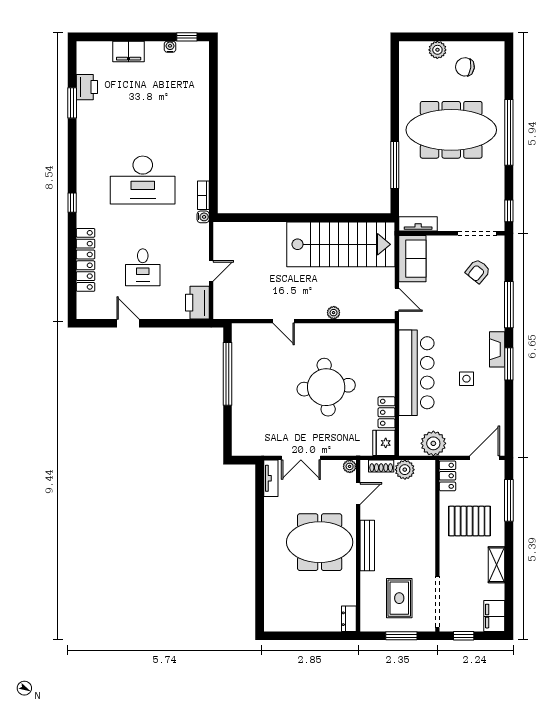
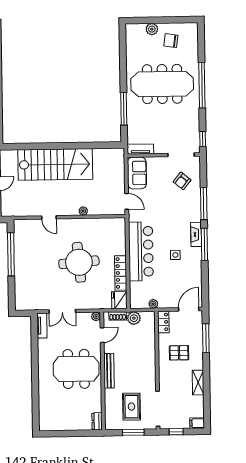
stairs: (341, 244) -> (55, 164), moved
window: (509, 364) -> (204, 244), width x1.44
locker: (387, 412) -> (121, 273), width x1.53
plant: (433, 443) -> (153, 304), width x0.53, depth x0.53
pallet: (470, 521) -> (179, 353), width x0.67, depth x0.71
filing cabinet: (494, 616) -> (197, 423), width x0.50

